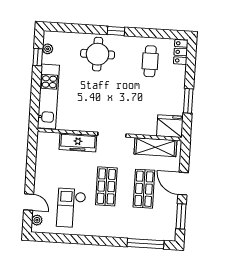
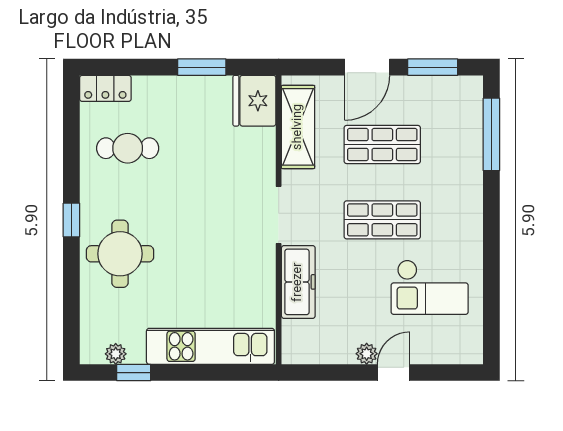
door: (29, 202) -> (394, 373), moved
plant: (37, 220) -> (367, 354), moved

